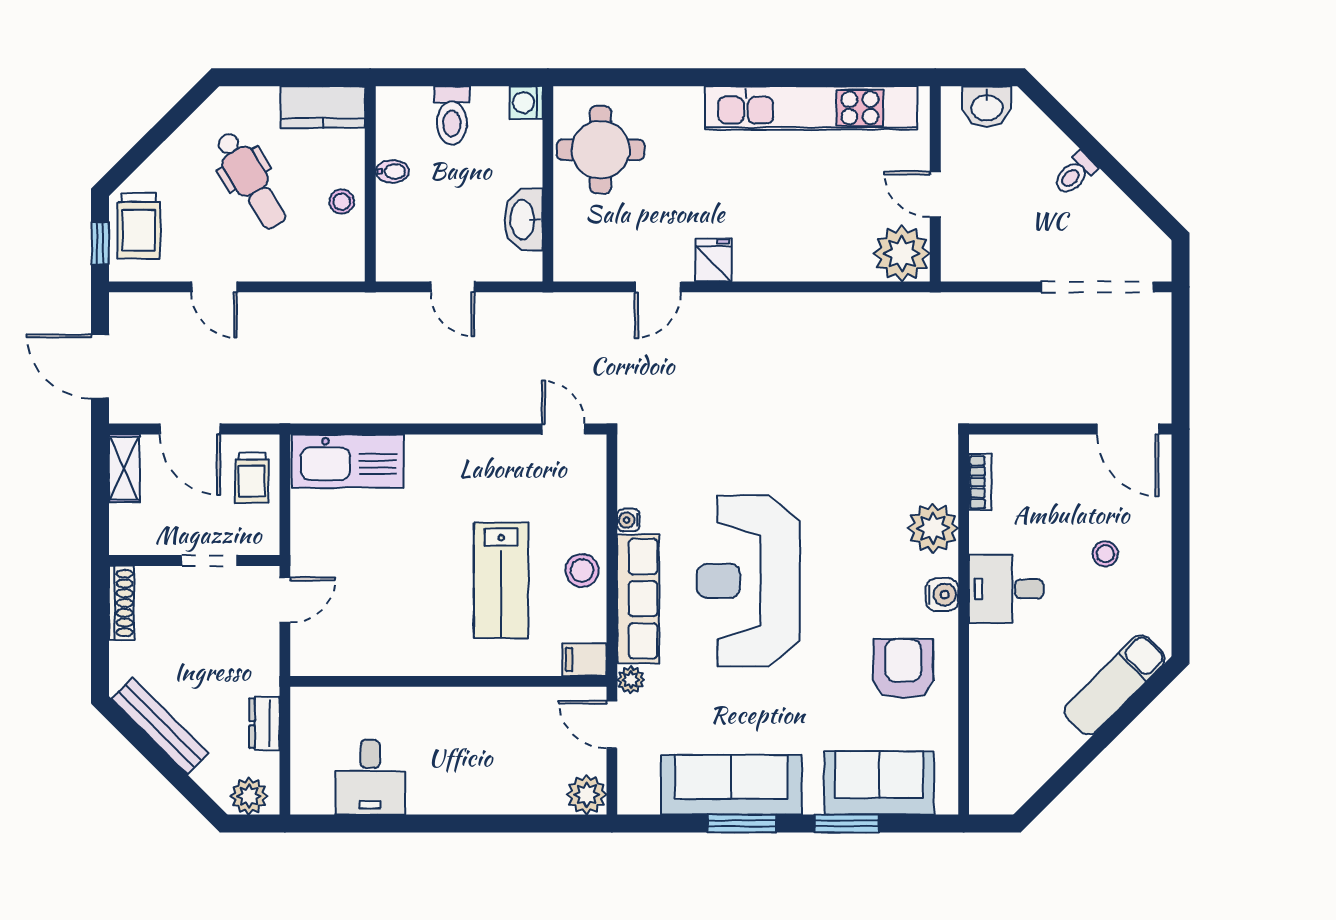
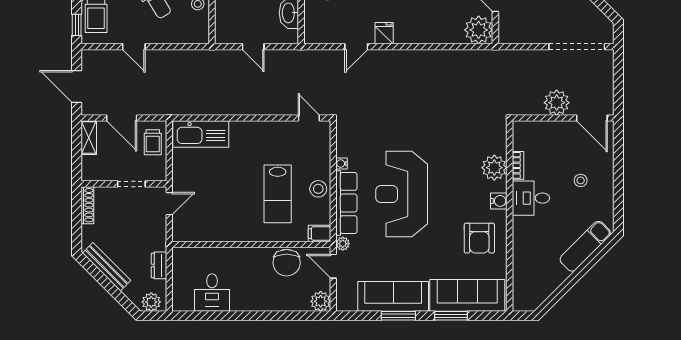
plant: (1057, 398) -> (557, 103), added
bookcase: (980, 482) -> (518, 165), moved
armchair: (903, 669) -> (479, 238), turned 180
chair: (519, 718) -> (287, 263), added
sofa: (879, 783) -> (467, 295), width x1.36

